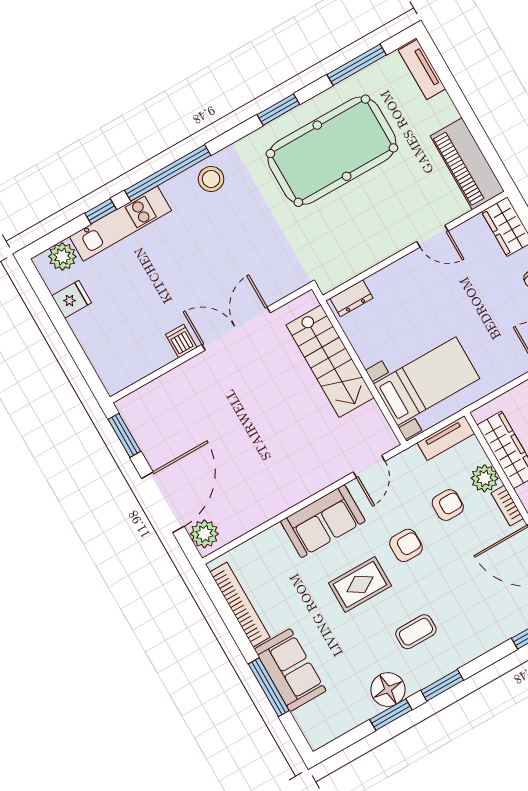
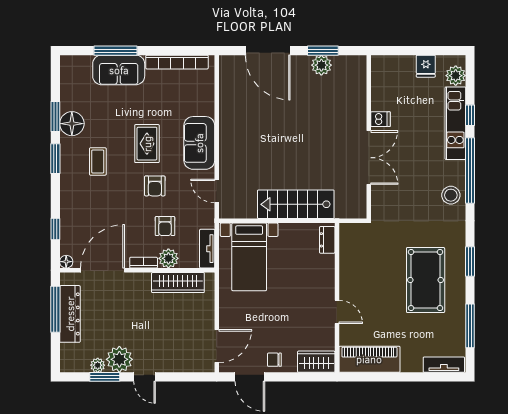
pool table: (332, 151) -> (426, 280), width x0.73, depth x0.76
door: (432, 236) -> (337, 312), swing flipped
double door: (236, 329) -> (369, 158), moved
dishwasher: (181, 341) -> (381, 119), moved
wall: (211, 343) -> (369, 137), moved
plant: (204, 534) -> (321, 65), moved

